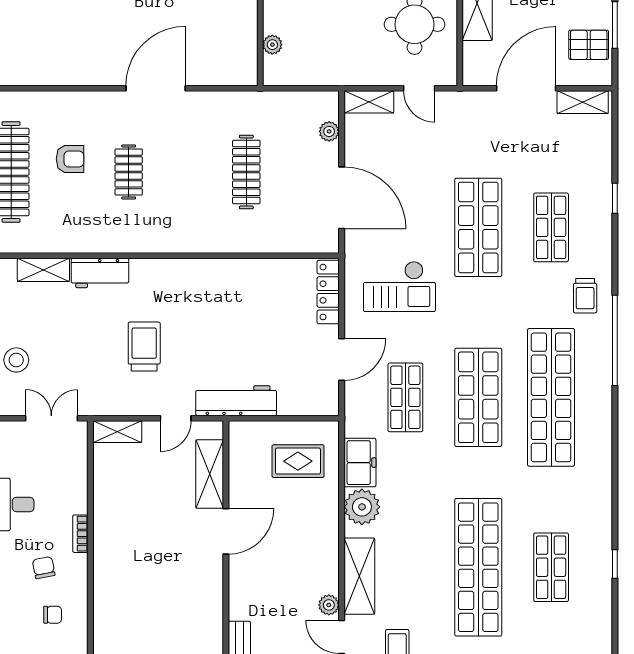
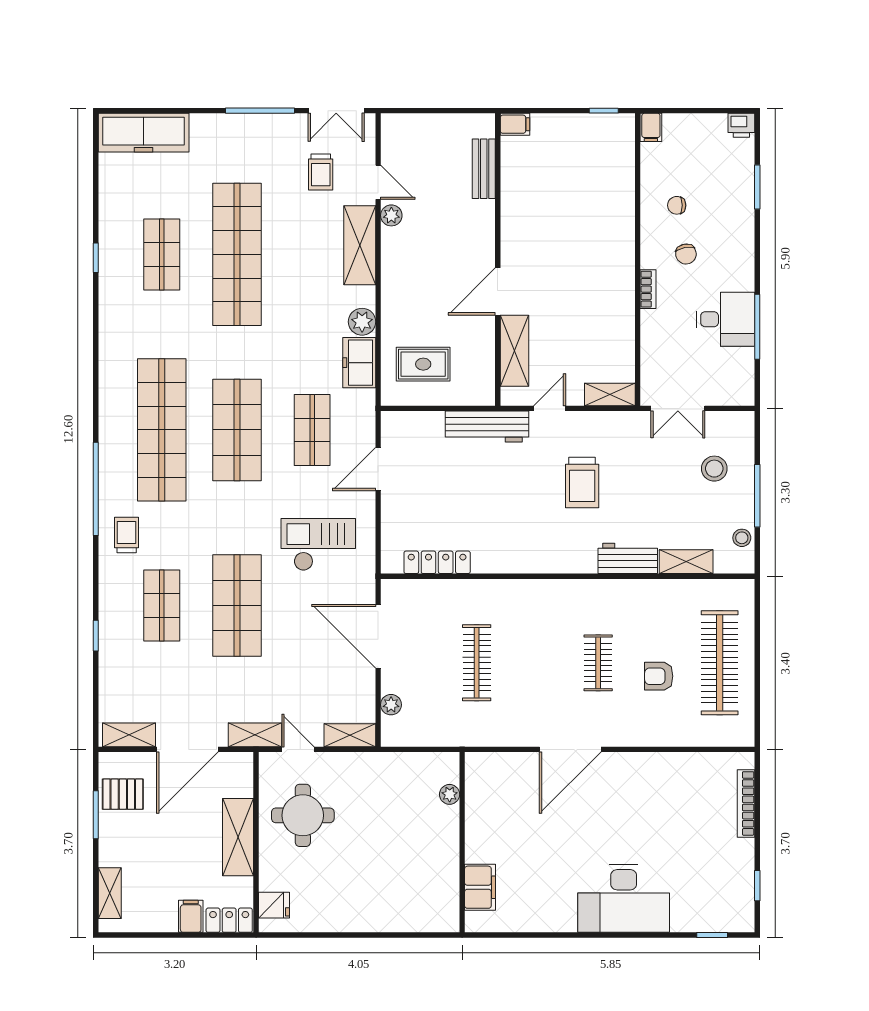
shelving: (461, 102) -> (255, 735), added
locker: (328, 292) -> (437, 562), moved, turned -90
plant: (362, 507) -> (362, 322), width x0.73, depth x0.73

